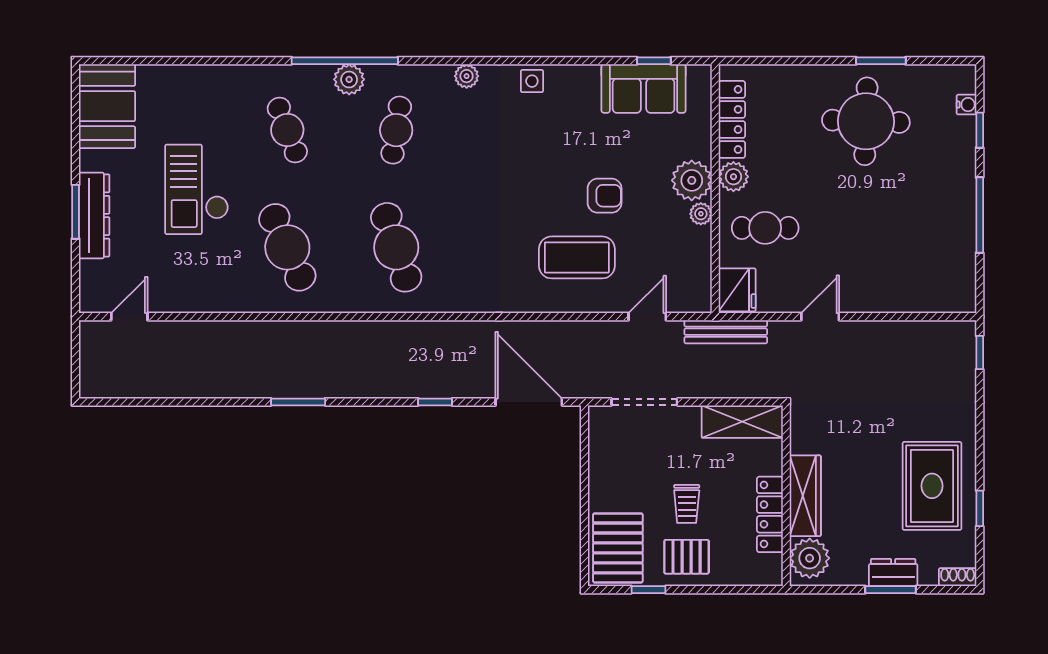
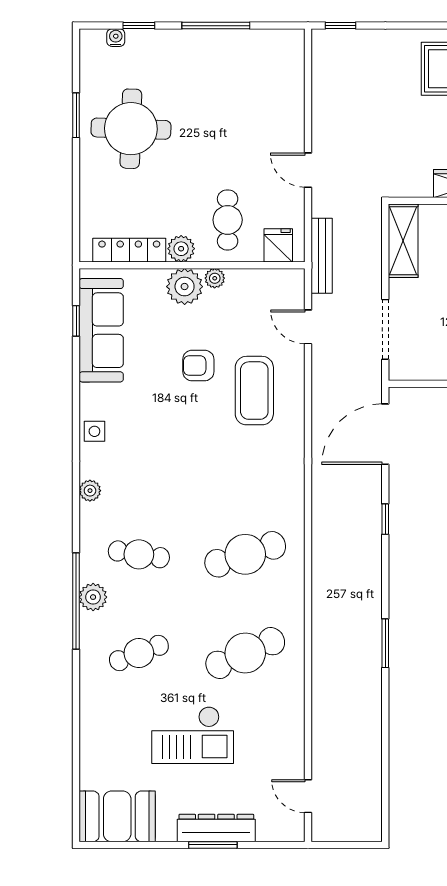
sofa: (644, 88) -> (101, 330), width x1.36
armchair: (605, 196) -> (198, 366), turned -90
fridge: (737, 290) -> (278, 245), width x0.72

